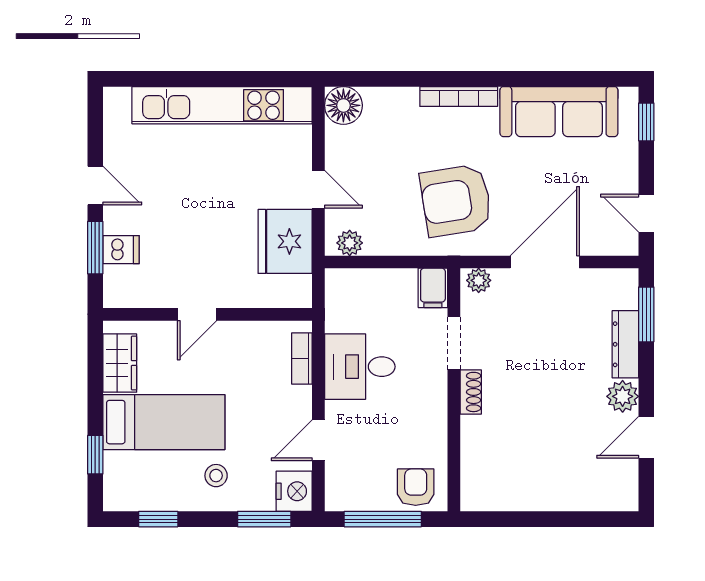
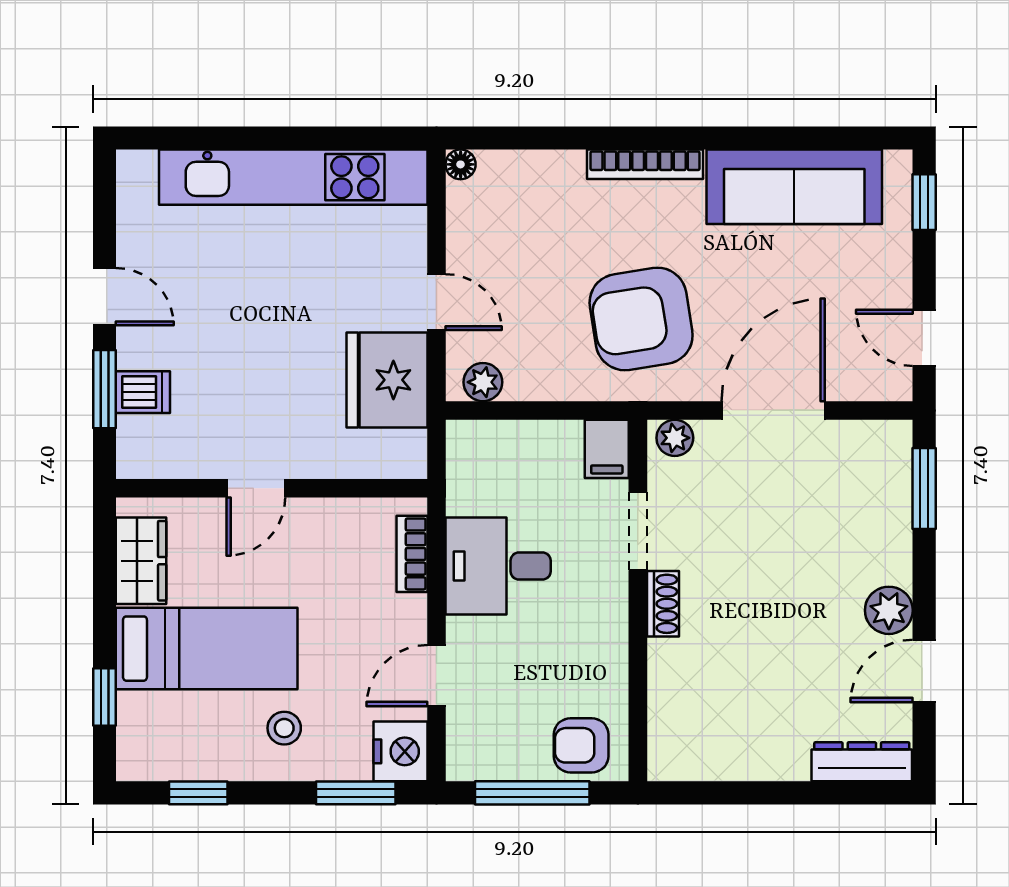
floor lamp: (343, 105) -> (461, 164), width x0.53, depth x0.53
dresser: (625, 344) -> (862, 762), moved, turned 90
armchair: (416, 487) -> (581, 745), turned -90

